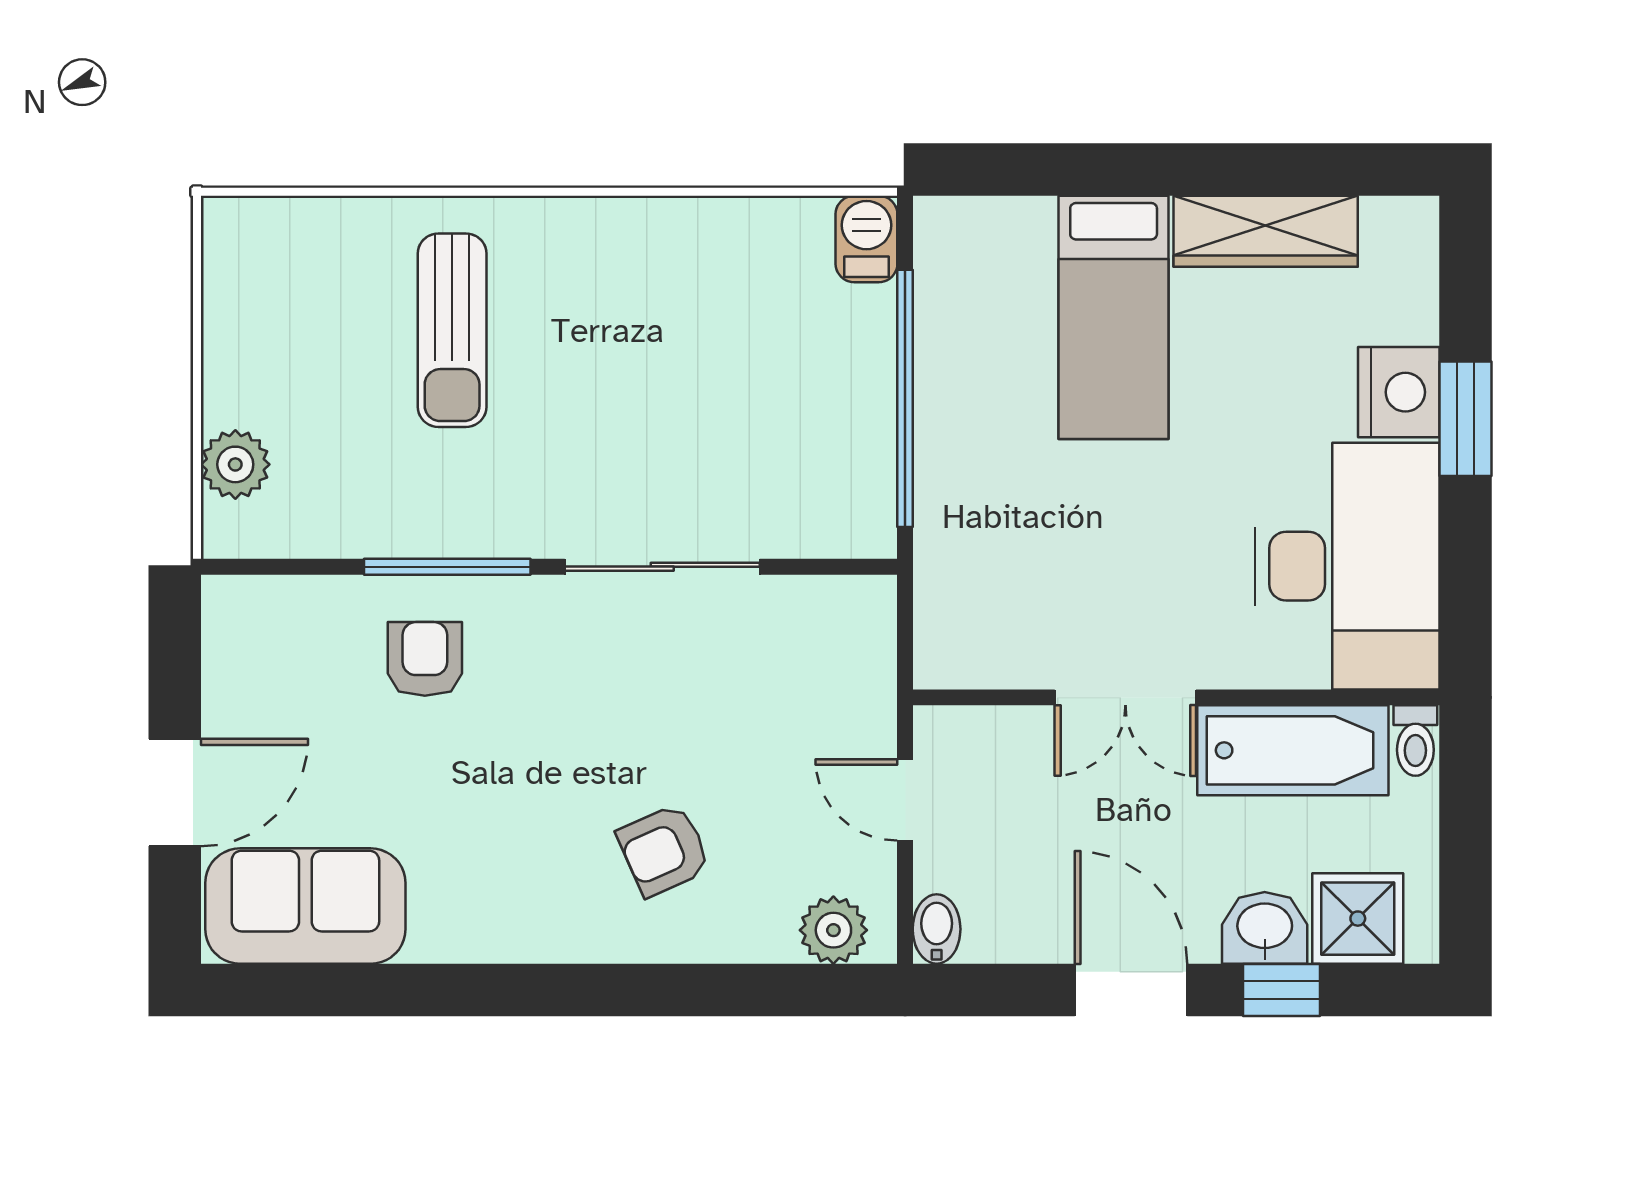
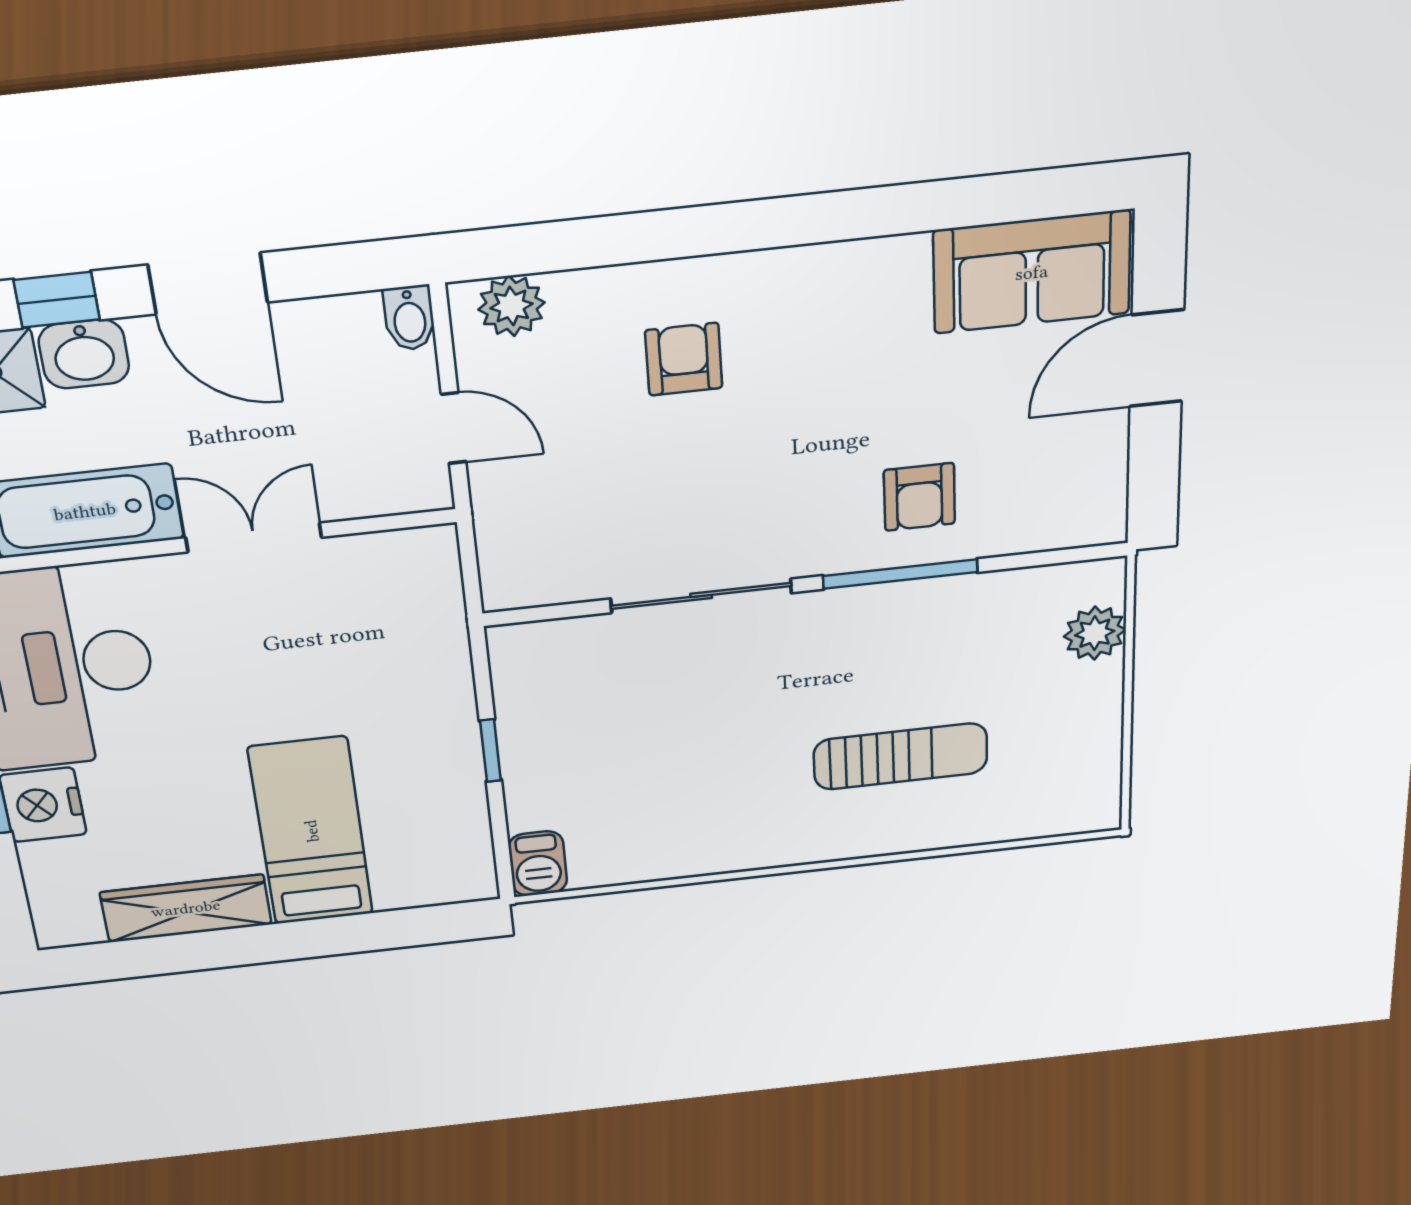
sun lounger: (452, 330) -> (901, 756), turned 90
window: (905, 398) -> (490, 751), width x0.32
armchair: (664, 850) -> (684, 359), turned -66

